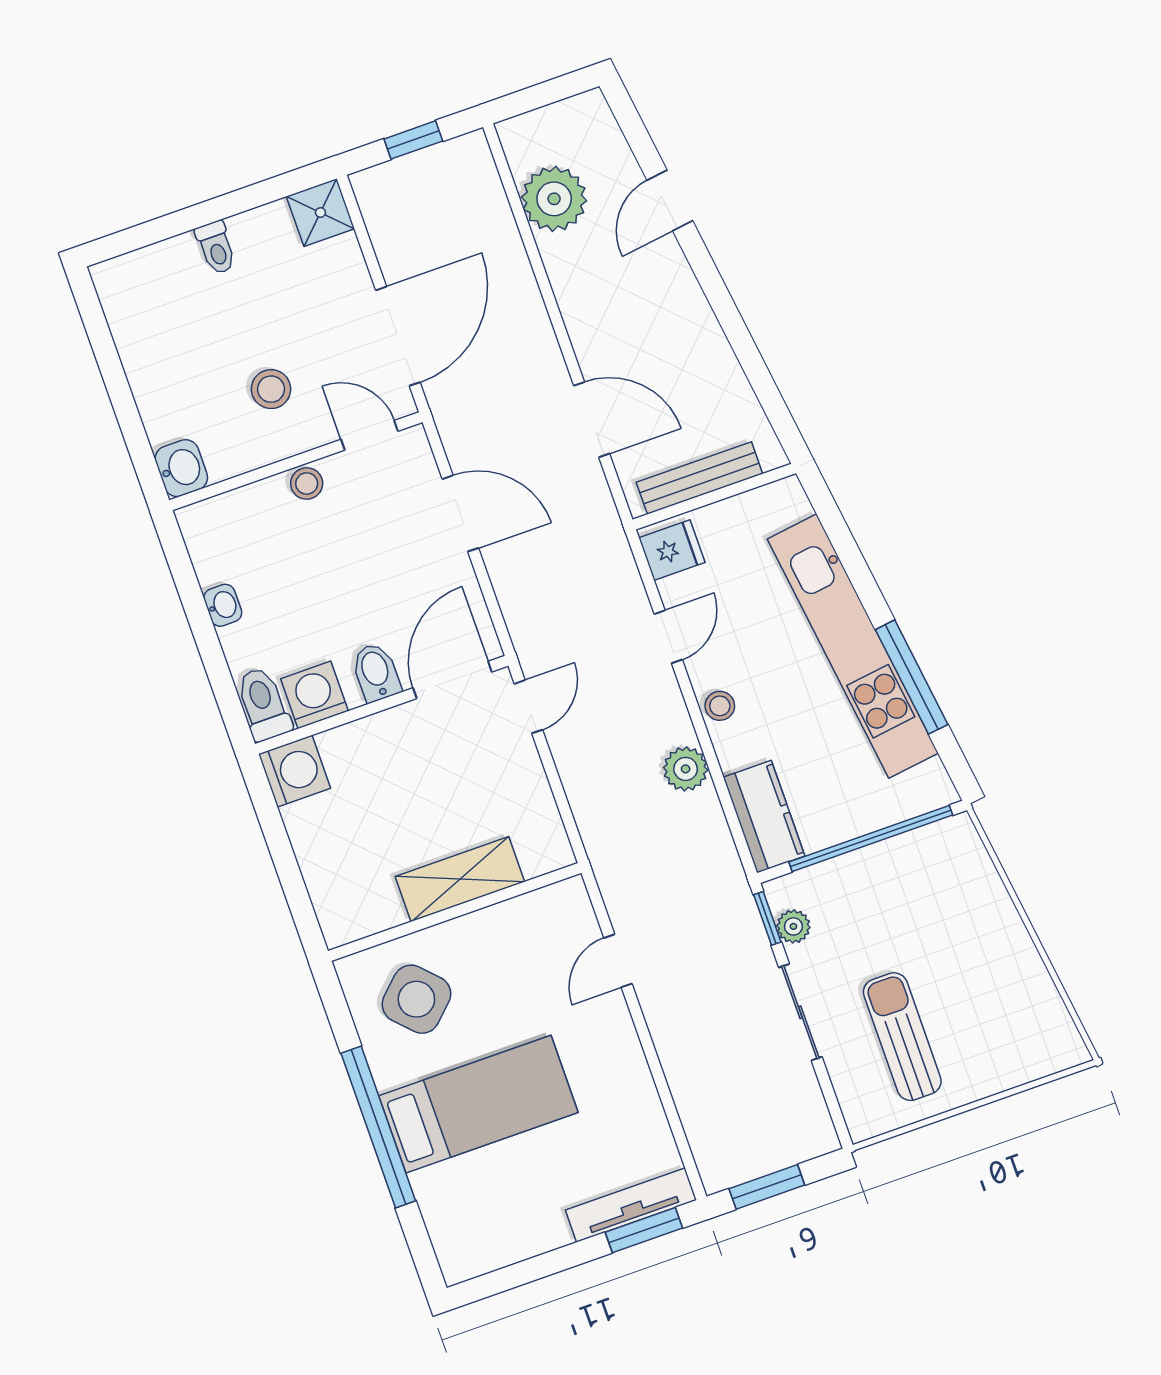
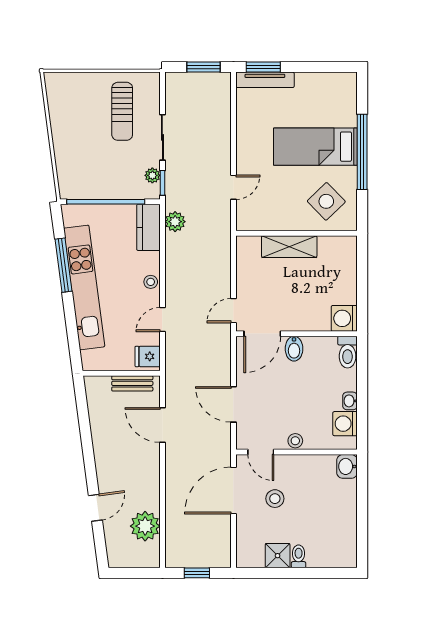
shower: (320, 213) -> (278, 556), moved
stool: (271, 389) -> (275, 499), moved
bench: (699, 478) -> (132, 383), width x0.73
washing machine: (314, 695) -> (345, 424), moved, turned 90
plant: (686, 769) -> (175, 222), moved

